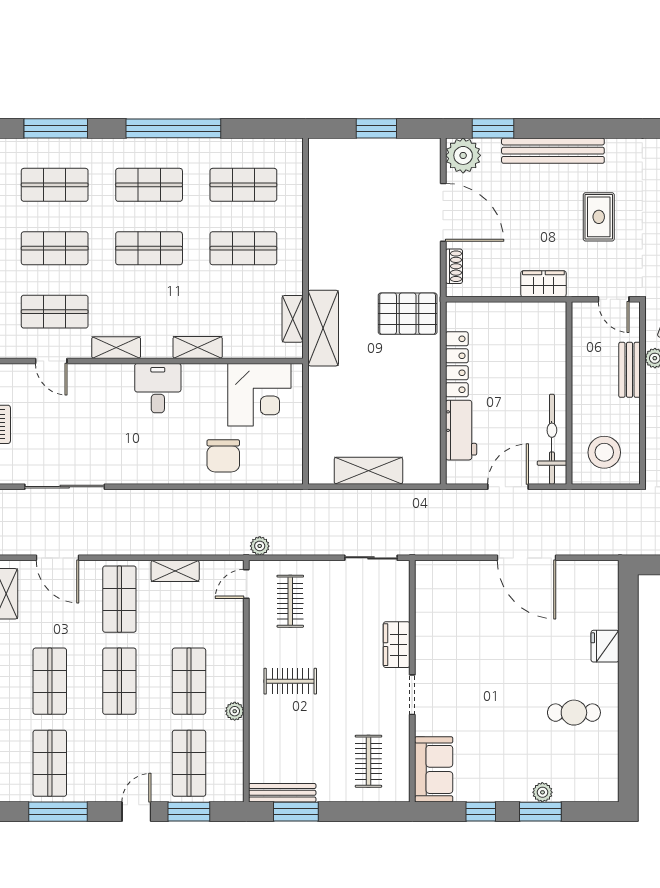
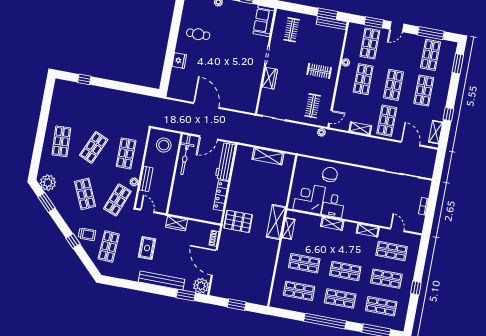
desk: (158, 388) -> (333, 206), moved
workbench: (461, 430) -> (225, 161), width x1.38

